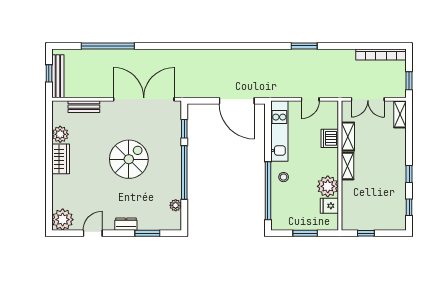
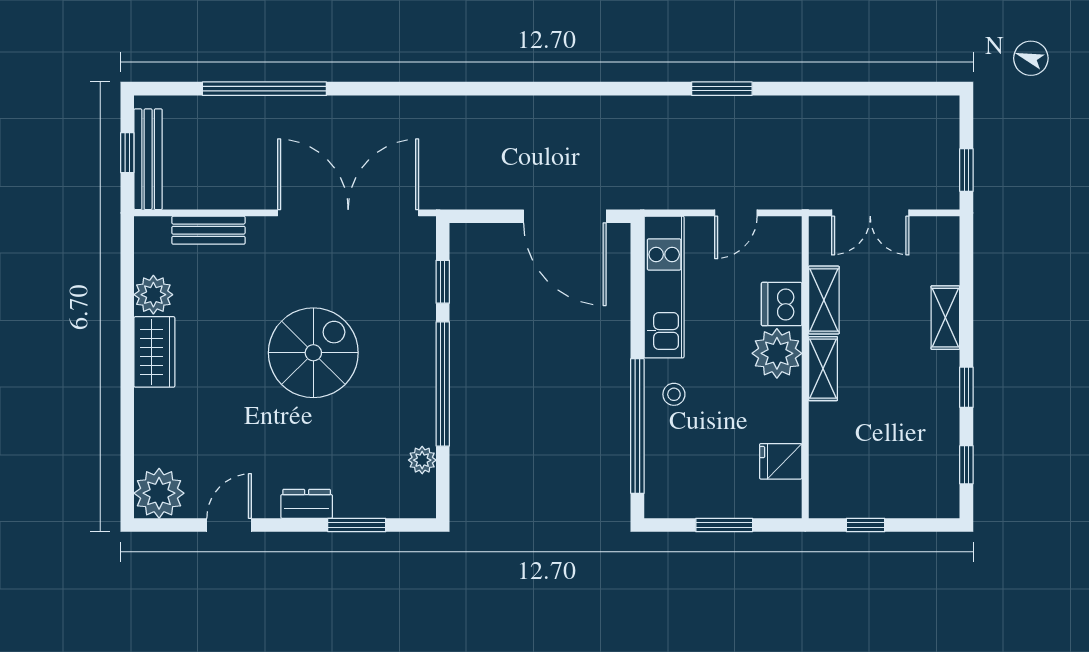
bookcase: (381, 55) -> (901, 109), removed
shelving: (400, 114) -> (945, 318), moved
plant: (328, 186) -> (777, 353), moved

